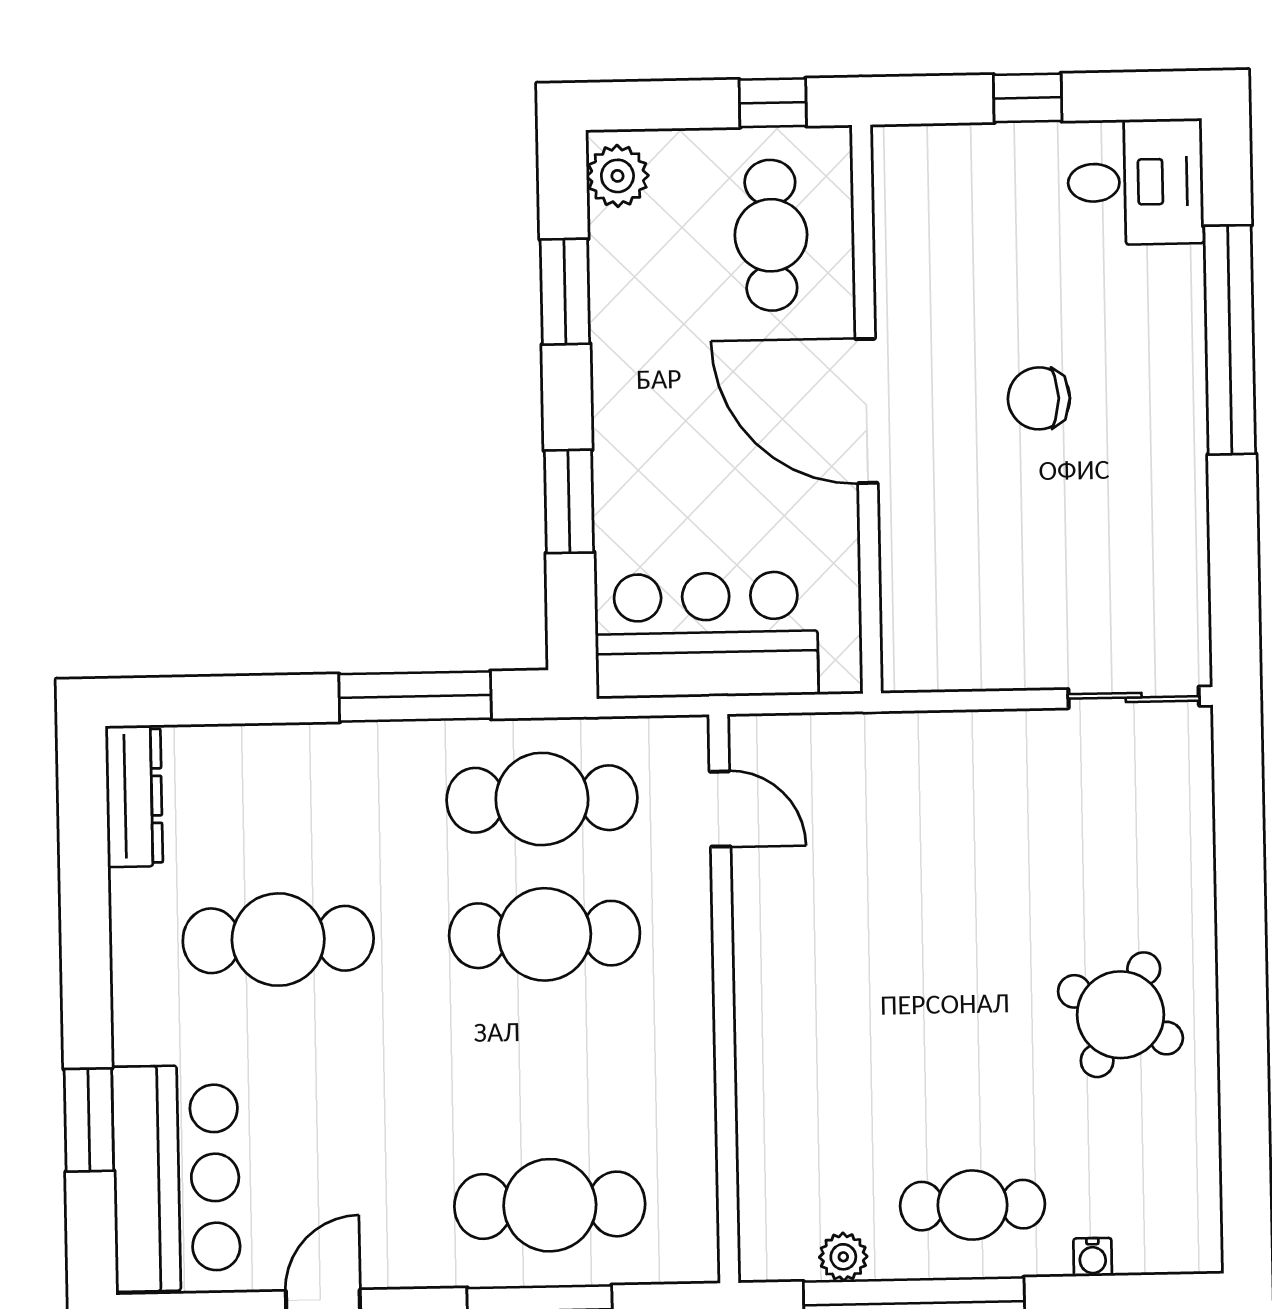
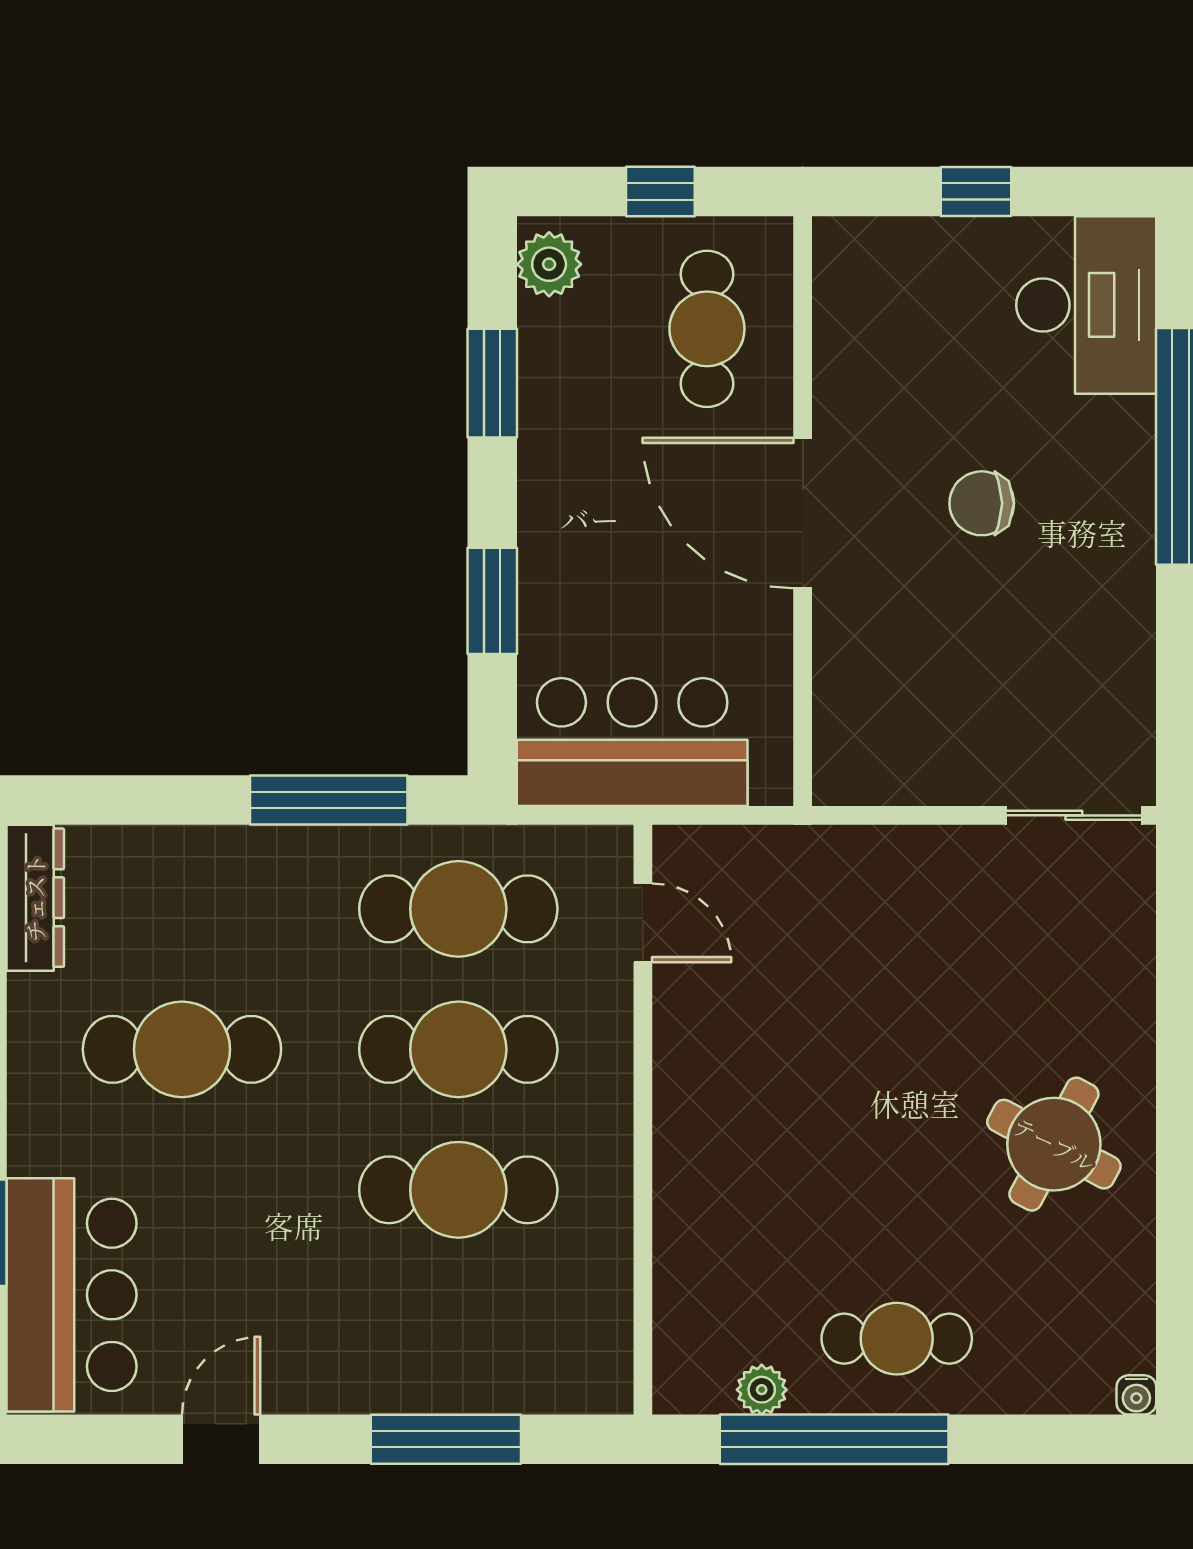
window: (773, 103) -> (660, 191), moved
desk: (1136, 182) -> (1086, 305), width x1.37
cafe table: (550, 1205) -> (458, 1190), moved
water cooler: (1093, 1257) -> (1136, 1395), moved

